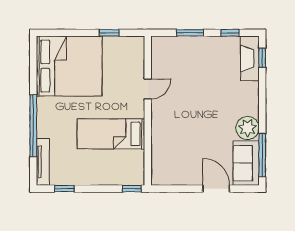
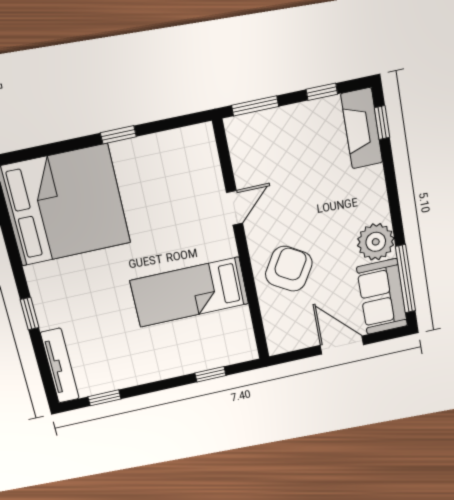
door: (148, 89) -> (235, 208), moved
wall: (148, 111) -> (241, 243), moved
window: (33, 126) -> (30, 314), width x0.32
armchair: (192, 133) -> (289, 269), added
bed: (111, 134) -> (190, 292), moved

